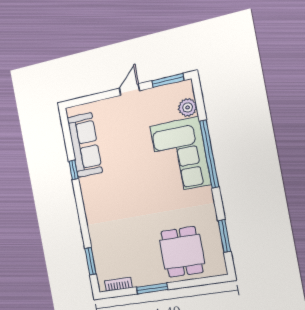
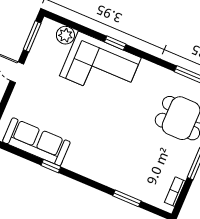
window: (209, 154) -> (115, 43), width x0.32
window: (90, 261) -> (127, 198), moved

